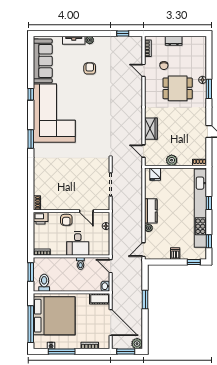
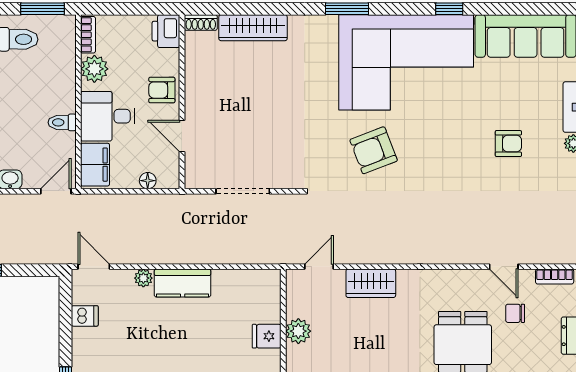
door: (143, 70) -> (504, 267), swing flipped
armchair: (93, 127) -> (374, 150), added
fridge: (155, 174) -> (267, 336), moved
wardrobe: (39, 180) -> (253, 28), added
door: (86, 211) -> (182, 136), hinge flipped
plant: (57, 249) -> (94, 69), added
filing cabinet: (99, 249) -> (95, 165), added
dishwasher: (175, 254) -> (85, 316), moved

